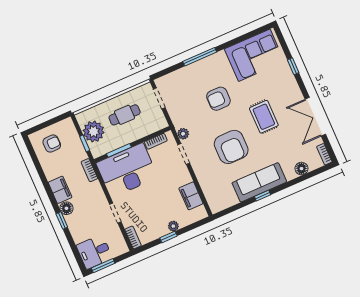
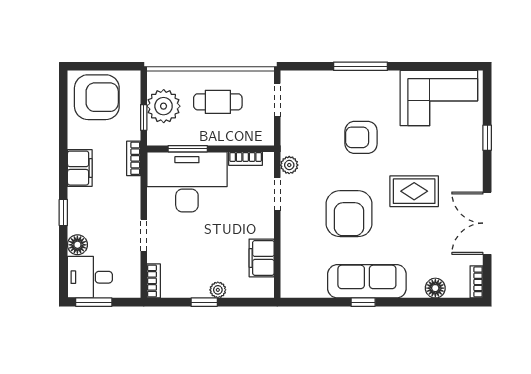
rug: (264, 117) -> (414, 191), turned 90
armchair: (52, 144) -> (97, 97), width x1.88, depth x1.88
floor lamp: (66, 208) -> (77, 245), moved

